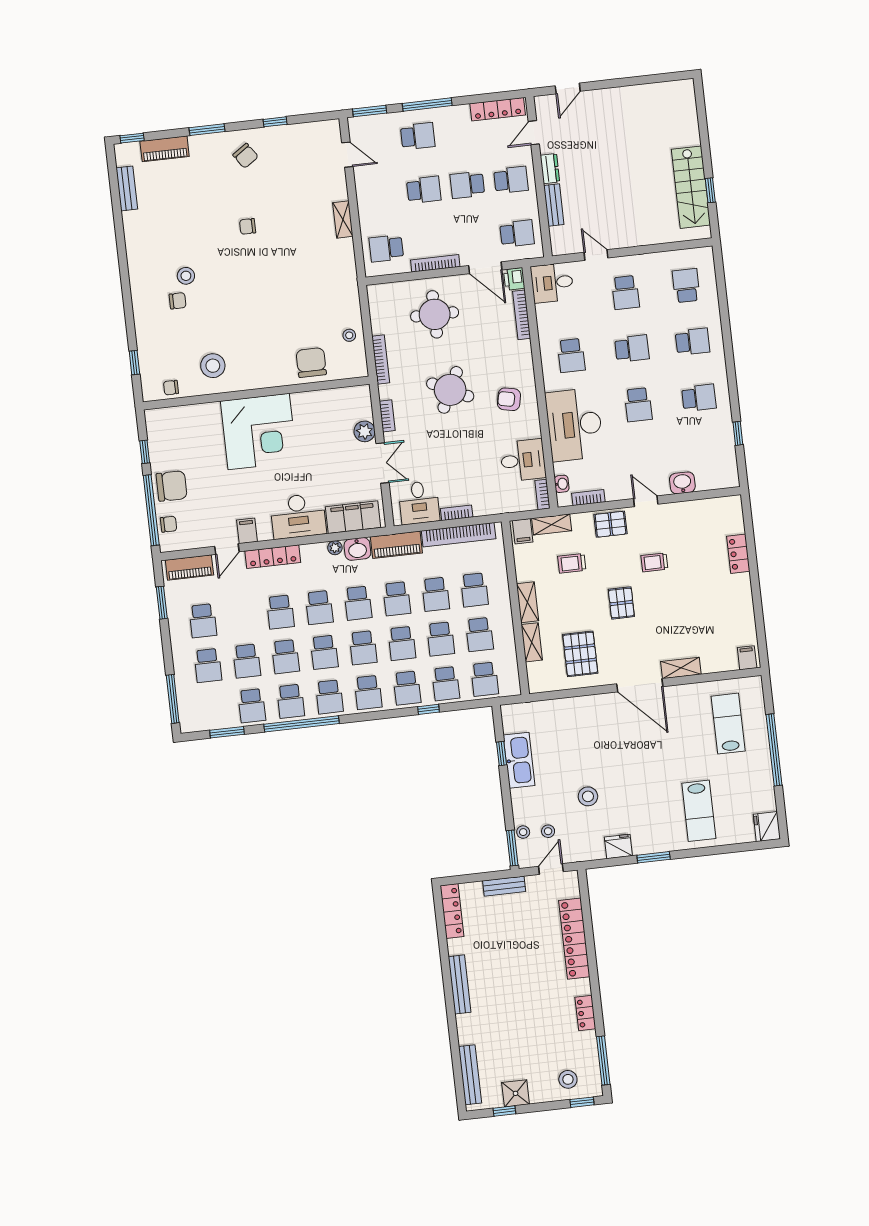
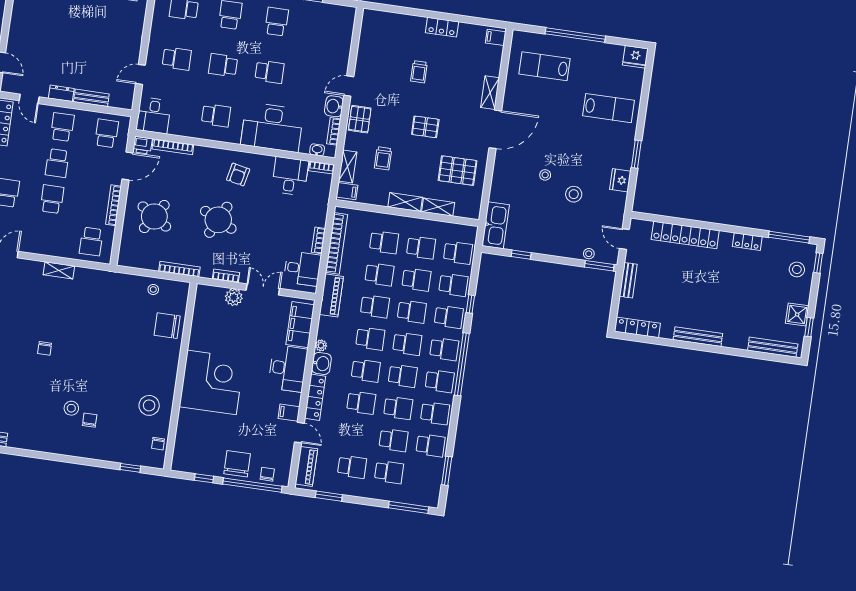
round table: (435, 314) -> (154, 217), turned 33
school desk: (632, 349) -> (223, 65), turned -90
washbasin: (682, 483) -> (334, 106), moved
washbasin: (357, 549) -> (322, 363), moved
locker: (738, 554) -> (442, 27), moved
trolley: (654, 562) -> (419, 72), moved
window: (301, 724) -> (462, 364), moved
kitchen sink: (519, 760) -> (496, 225), moved, turned 90
stool: (548, 831) -> (545, 175), moved

